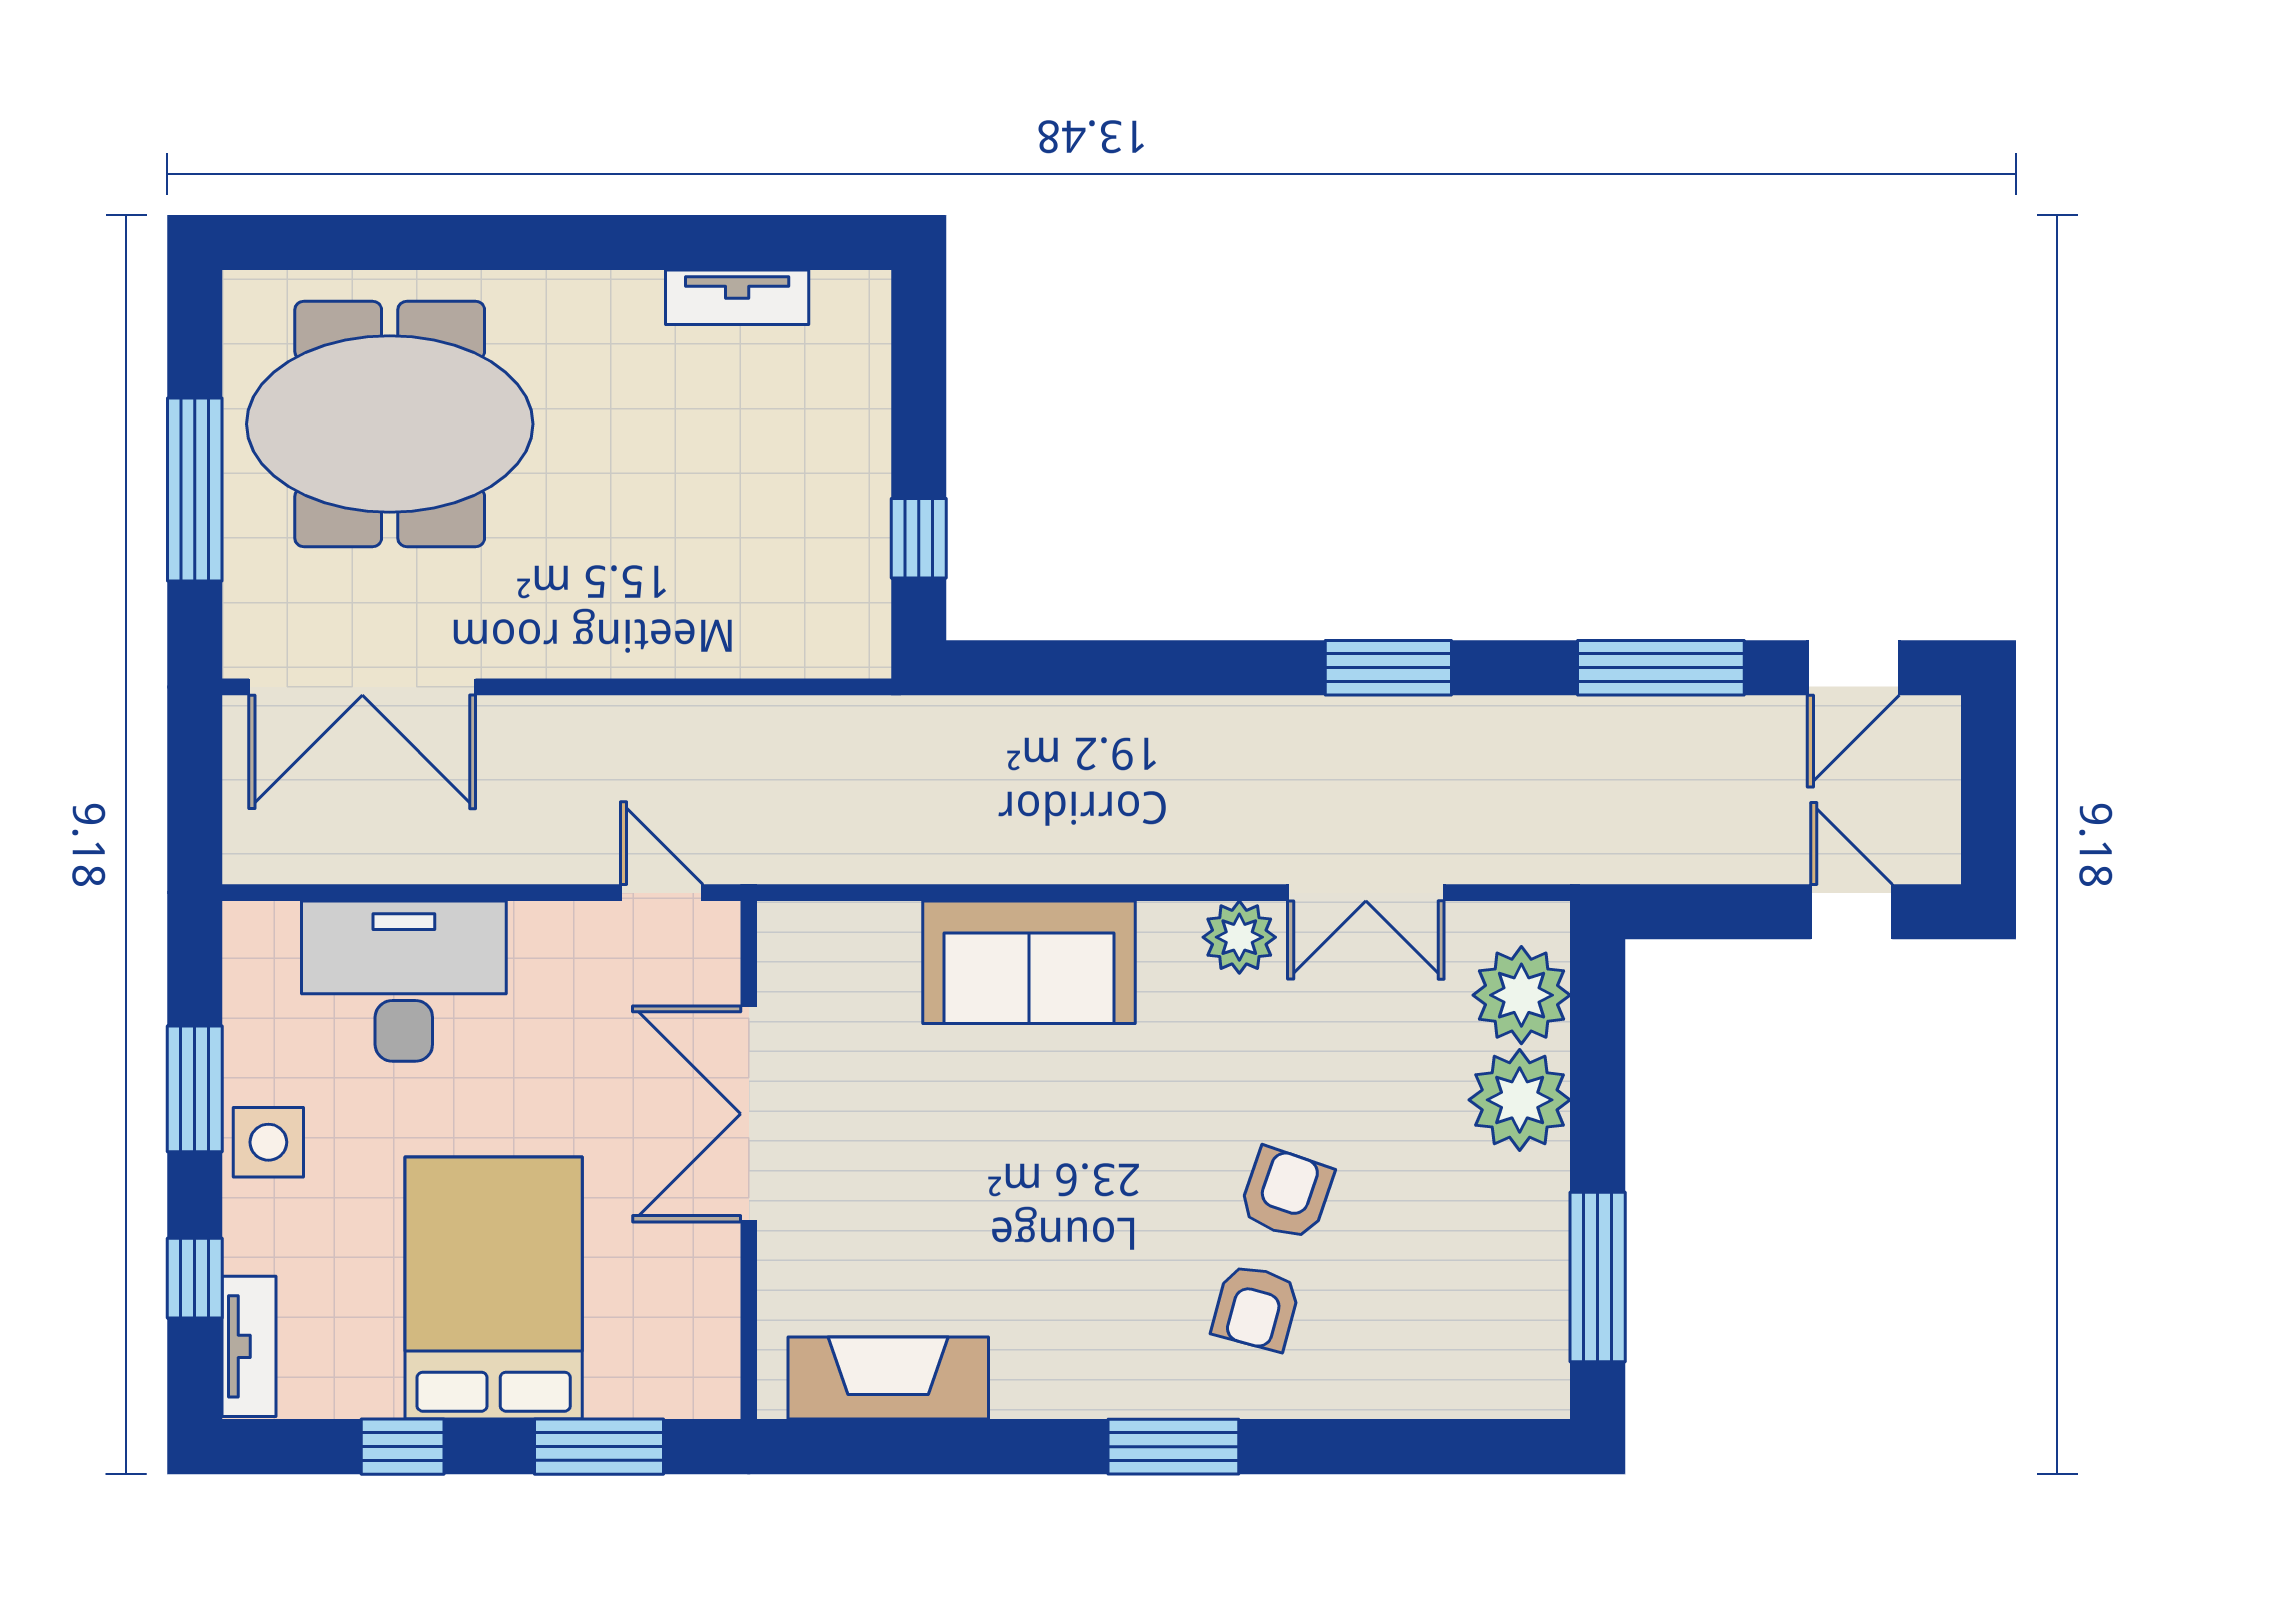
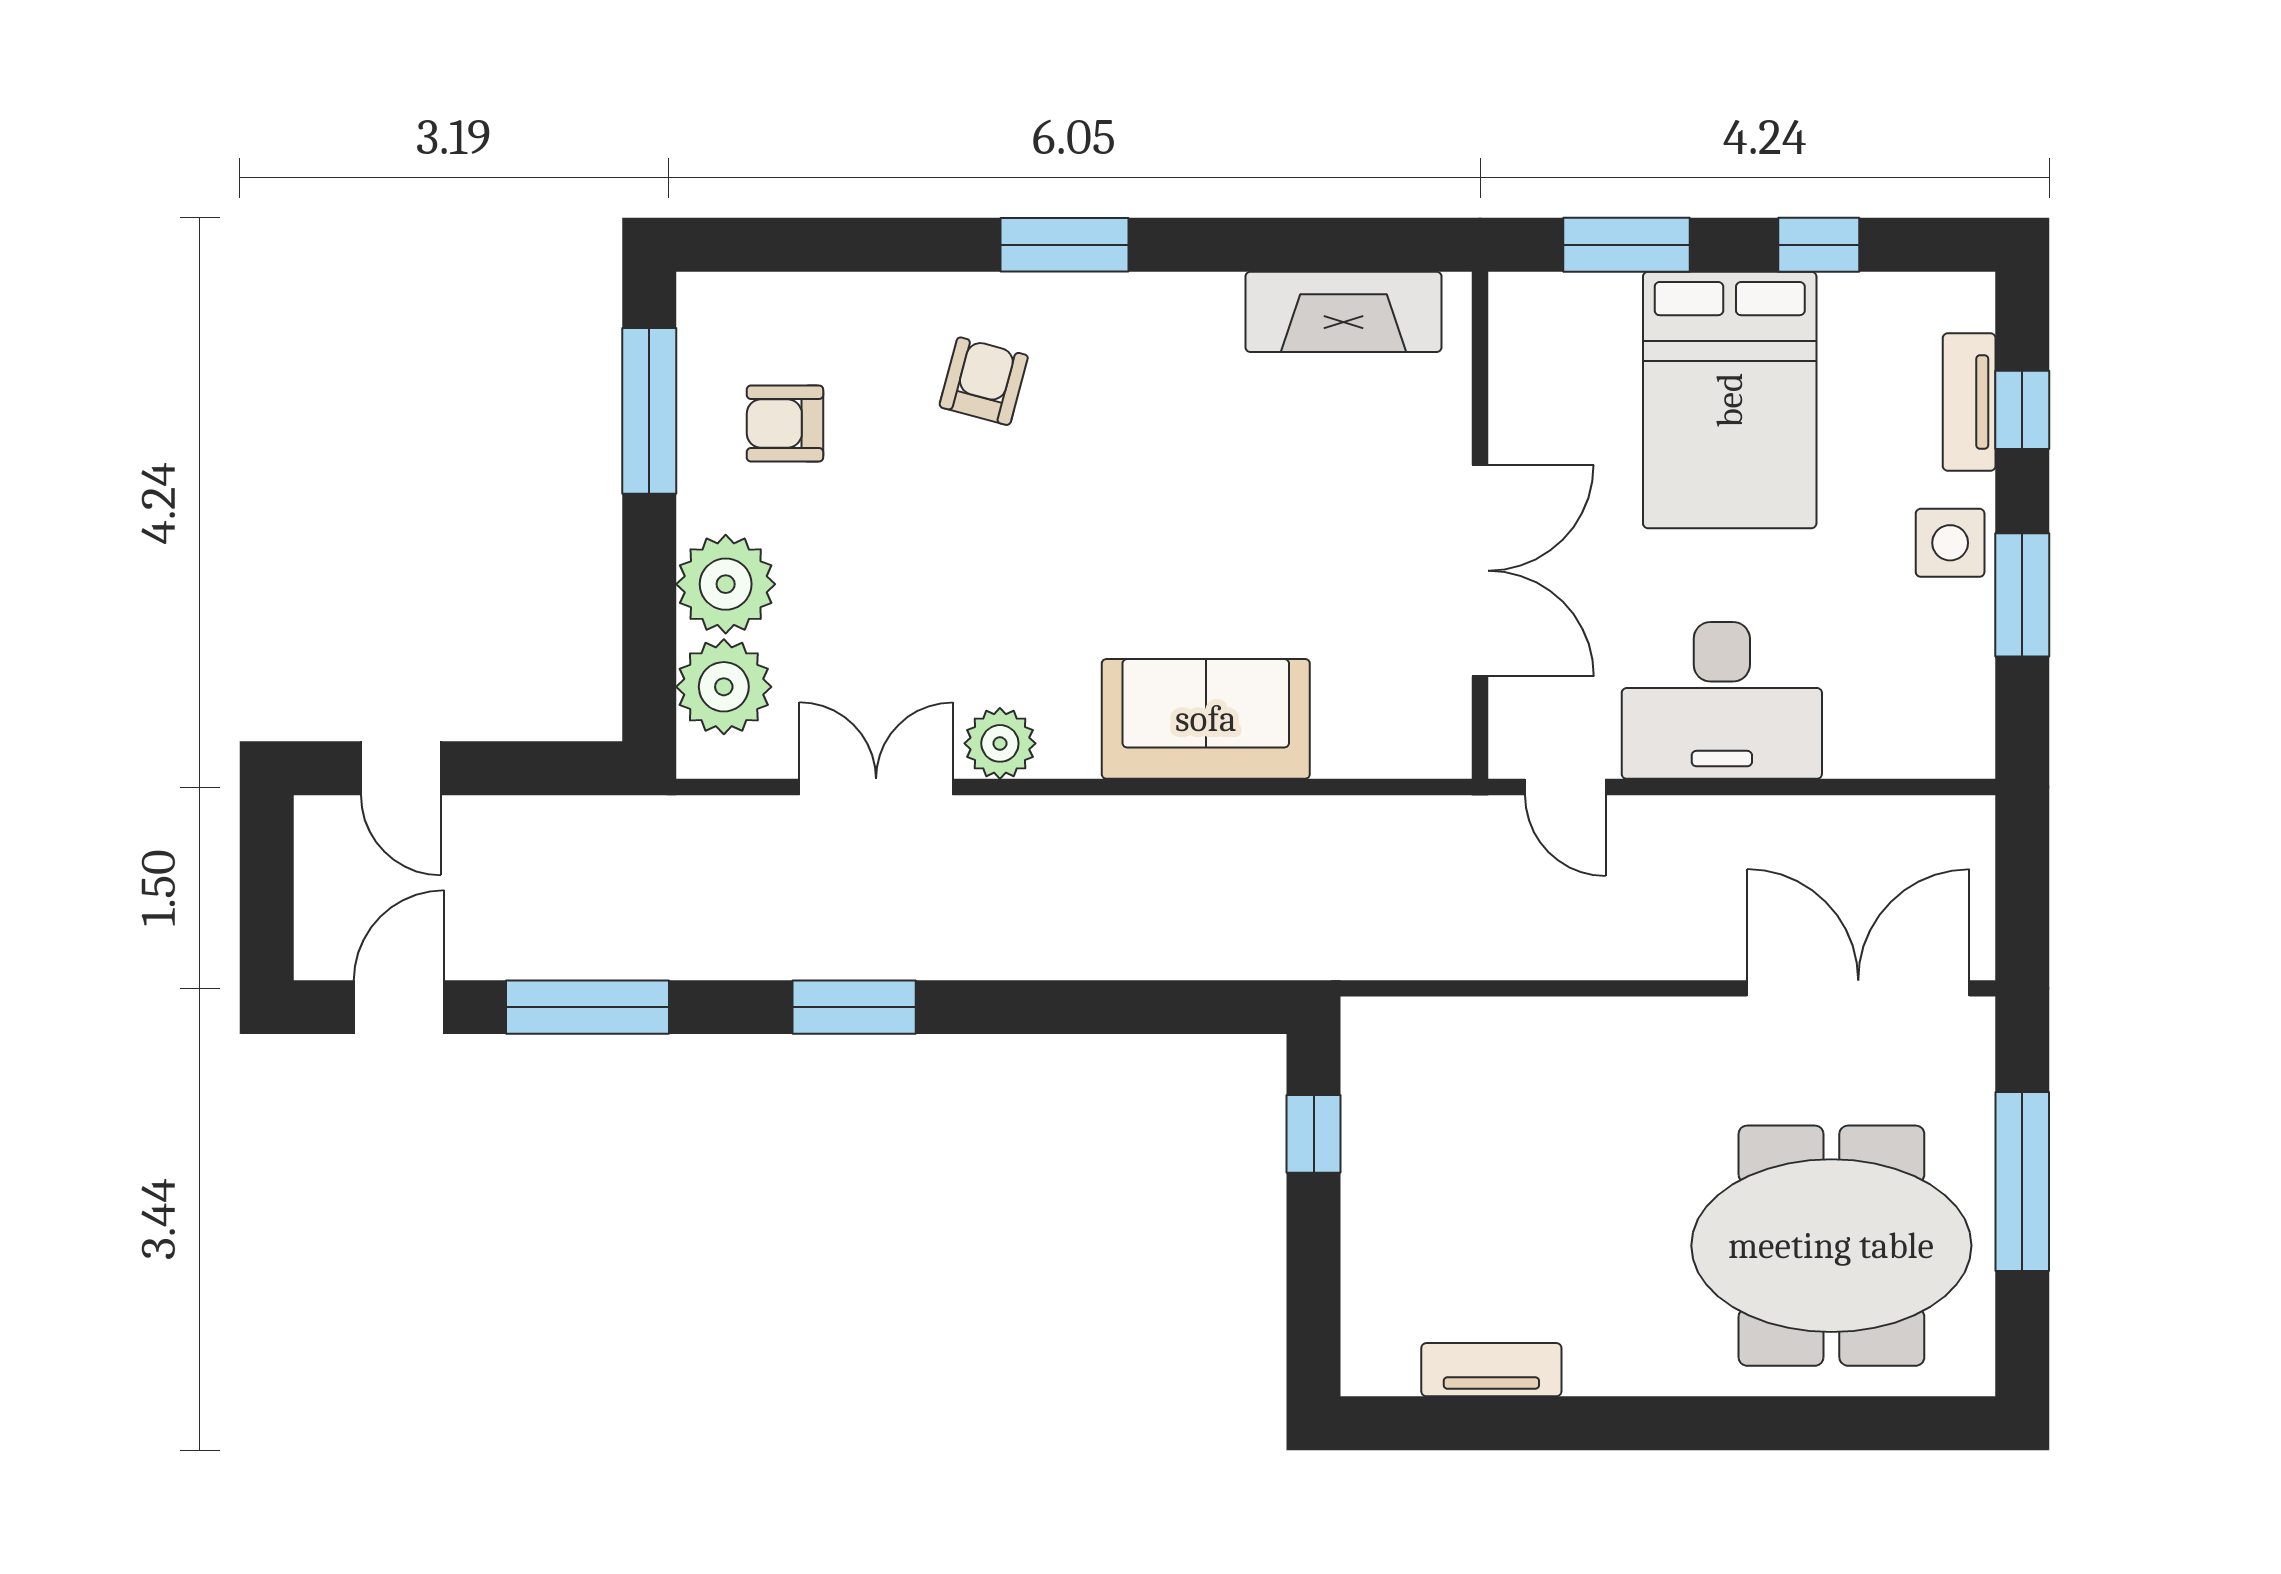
desk: (404, 981) -> (1722, 700), moved
armchair: (1286, 1193) -> (785, 424), moved, turned 71
tv unit: (249, 1346) -> (1969, 402), moved

